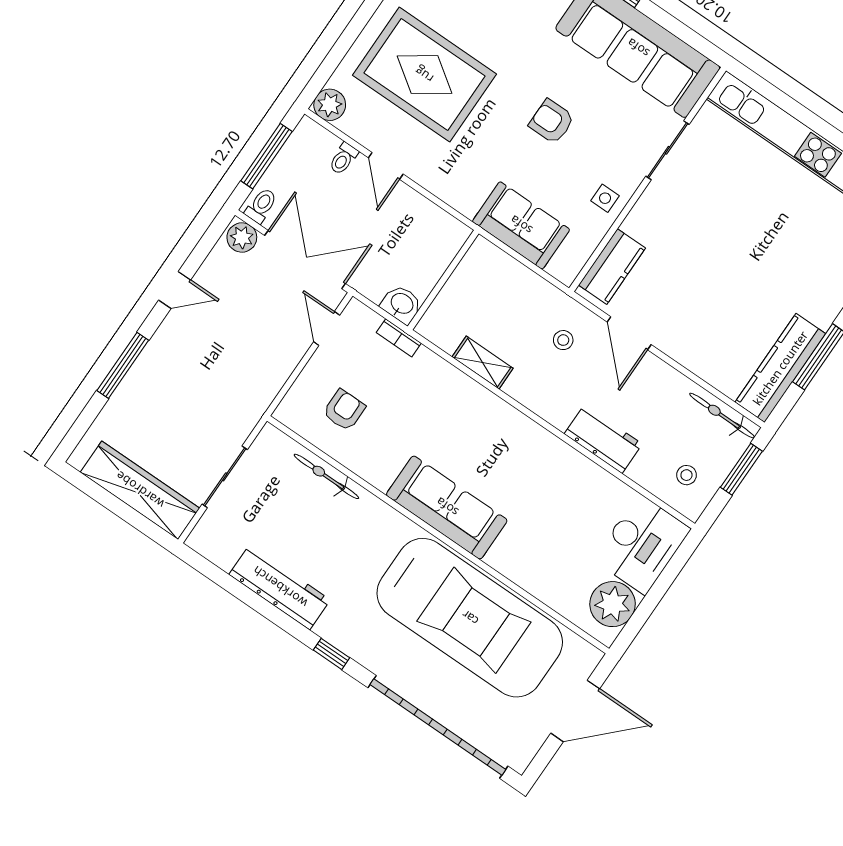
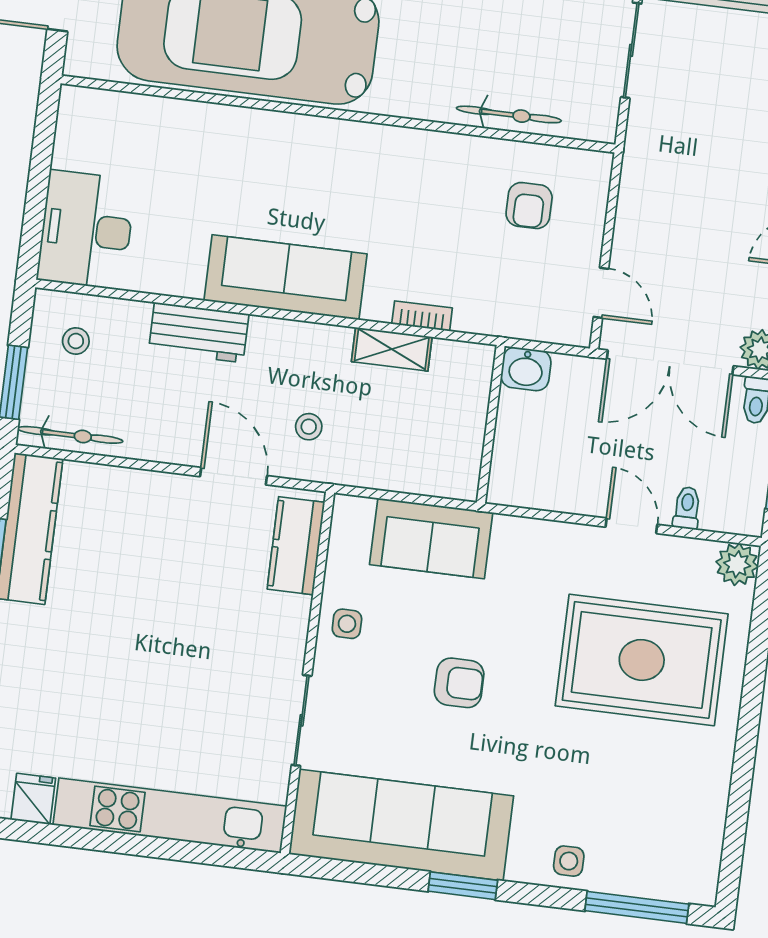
bookcase: (399, 338) -> (422, 316), moved
sofa: (447, 507) -> (286, 277), moved, turned 180
plant: (613, 604) -> (84, 139), removed

